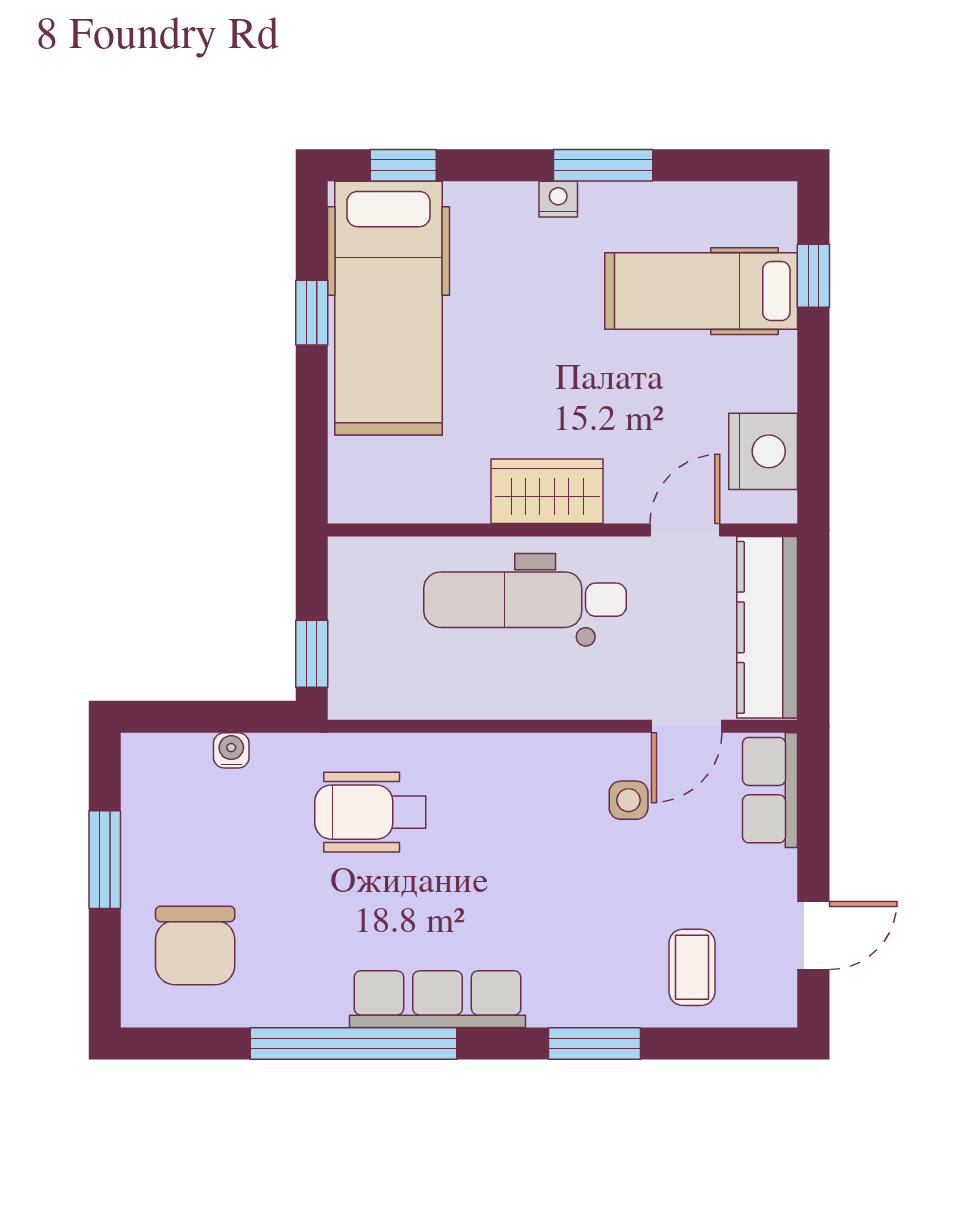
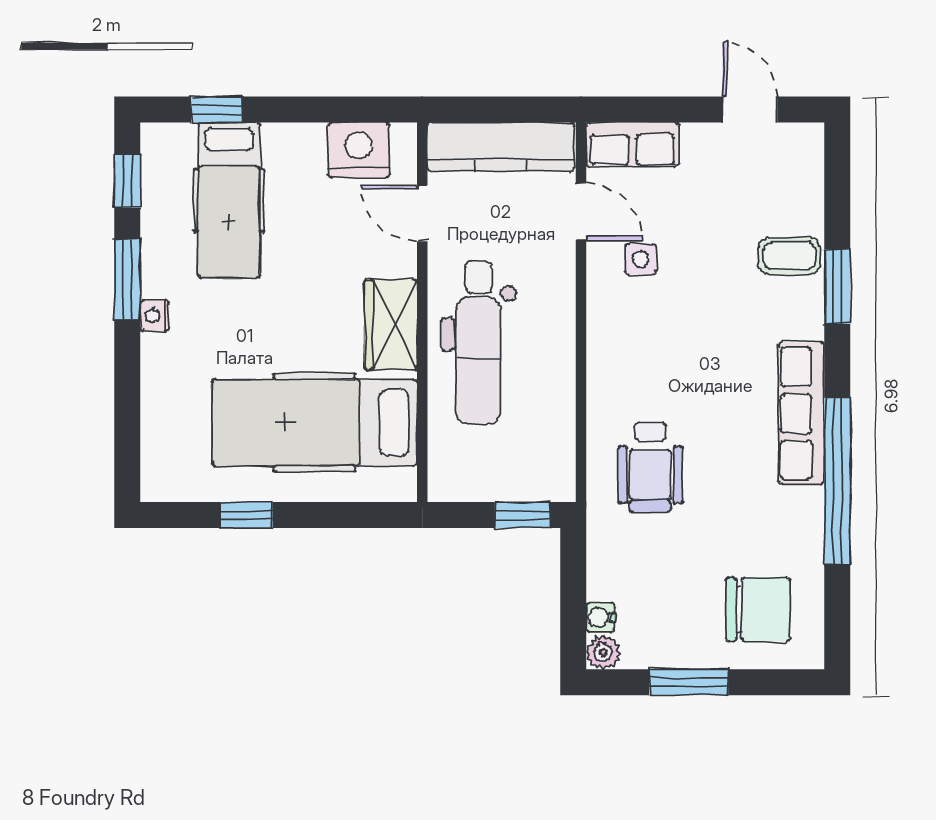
window: (403, 165) -> (127, 181), moved
hospital bed: (388, 308) -> (314, 423), moved, turned 180
water cooler: (231, 750) -> (600, 618), moved
plant: (142, 754) -> (603, 652), added
coffee table: (692, 967) -> (789, 256), moved

